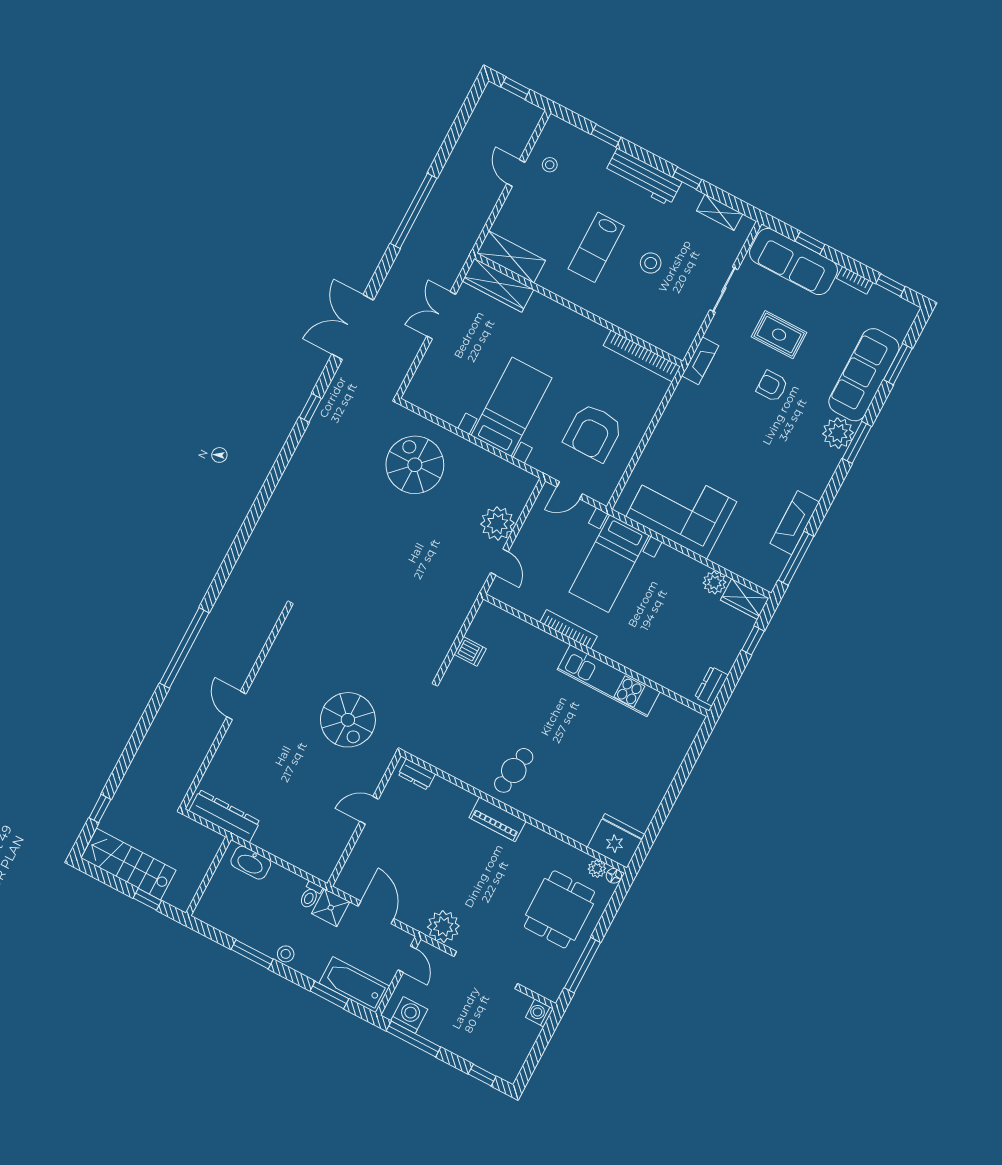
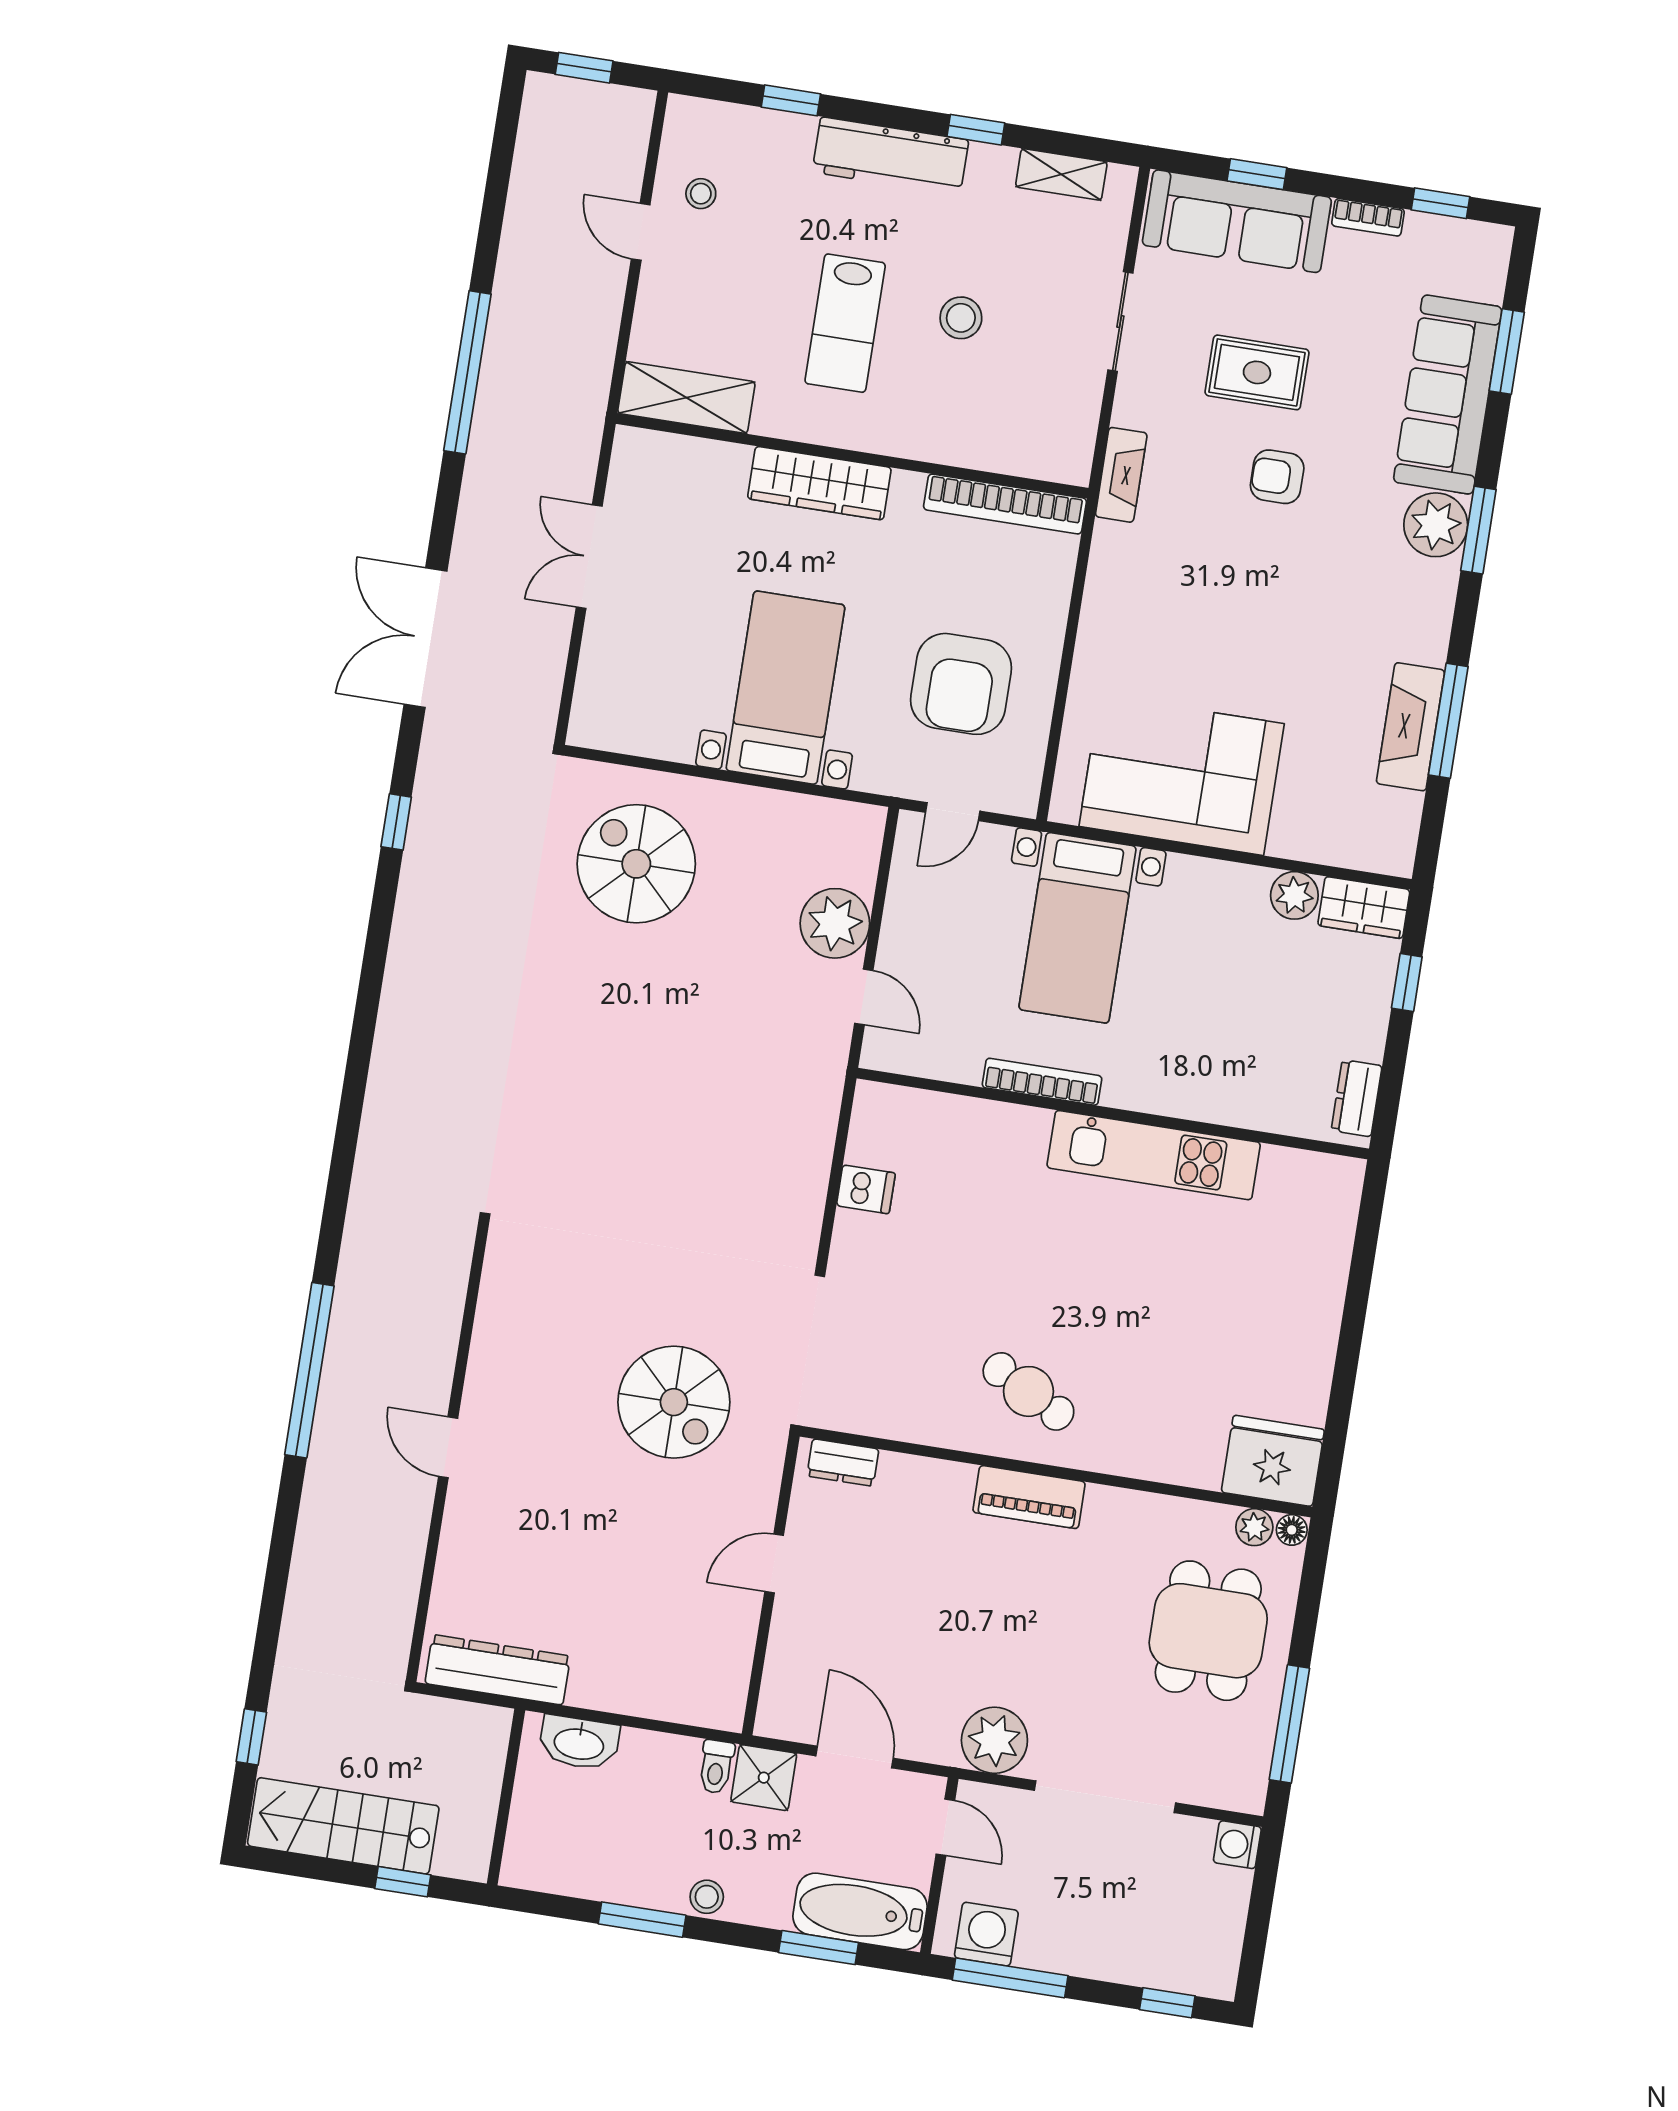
wardrobe: (498, 285) -> (819, 483), moved
window: (796, 558) -> (1448, 721), moved
cafe table: (514, 770) -> (1028, 1391), turned -72

